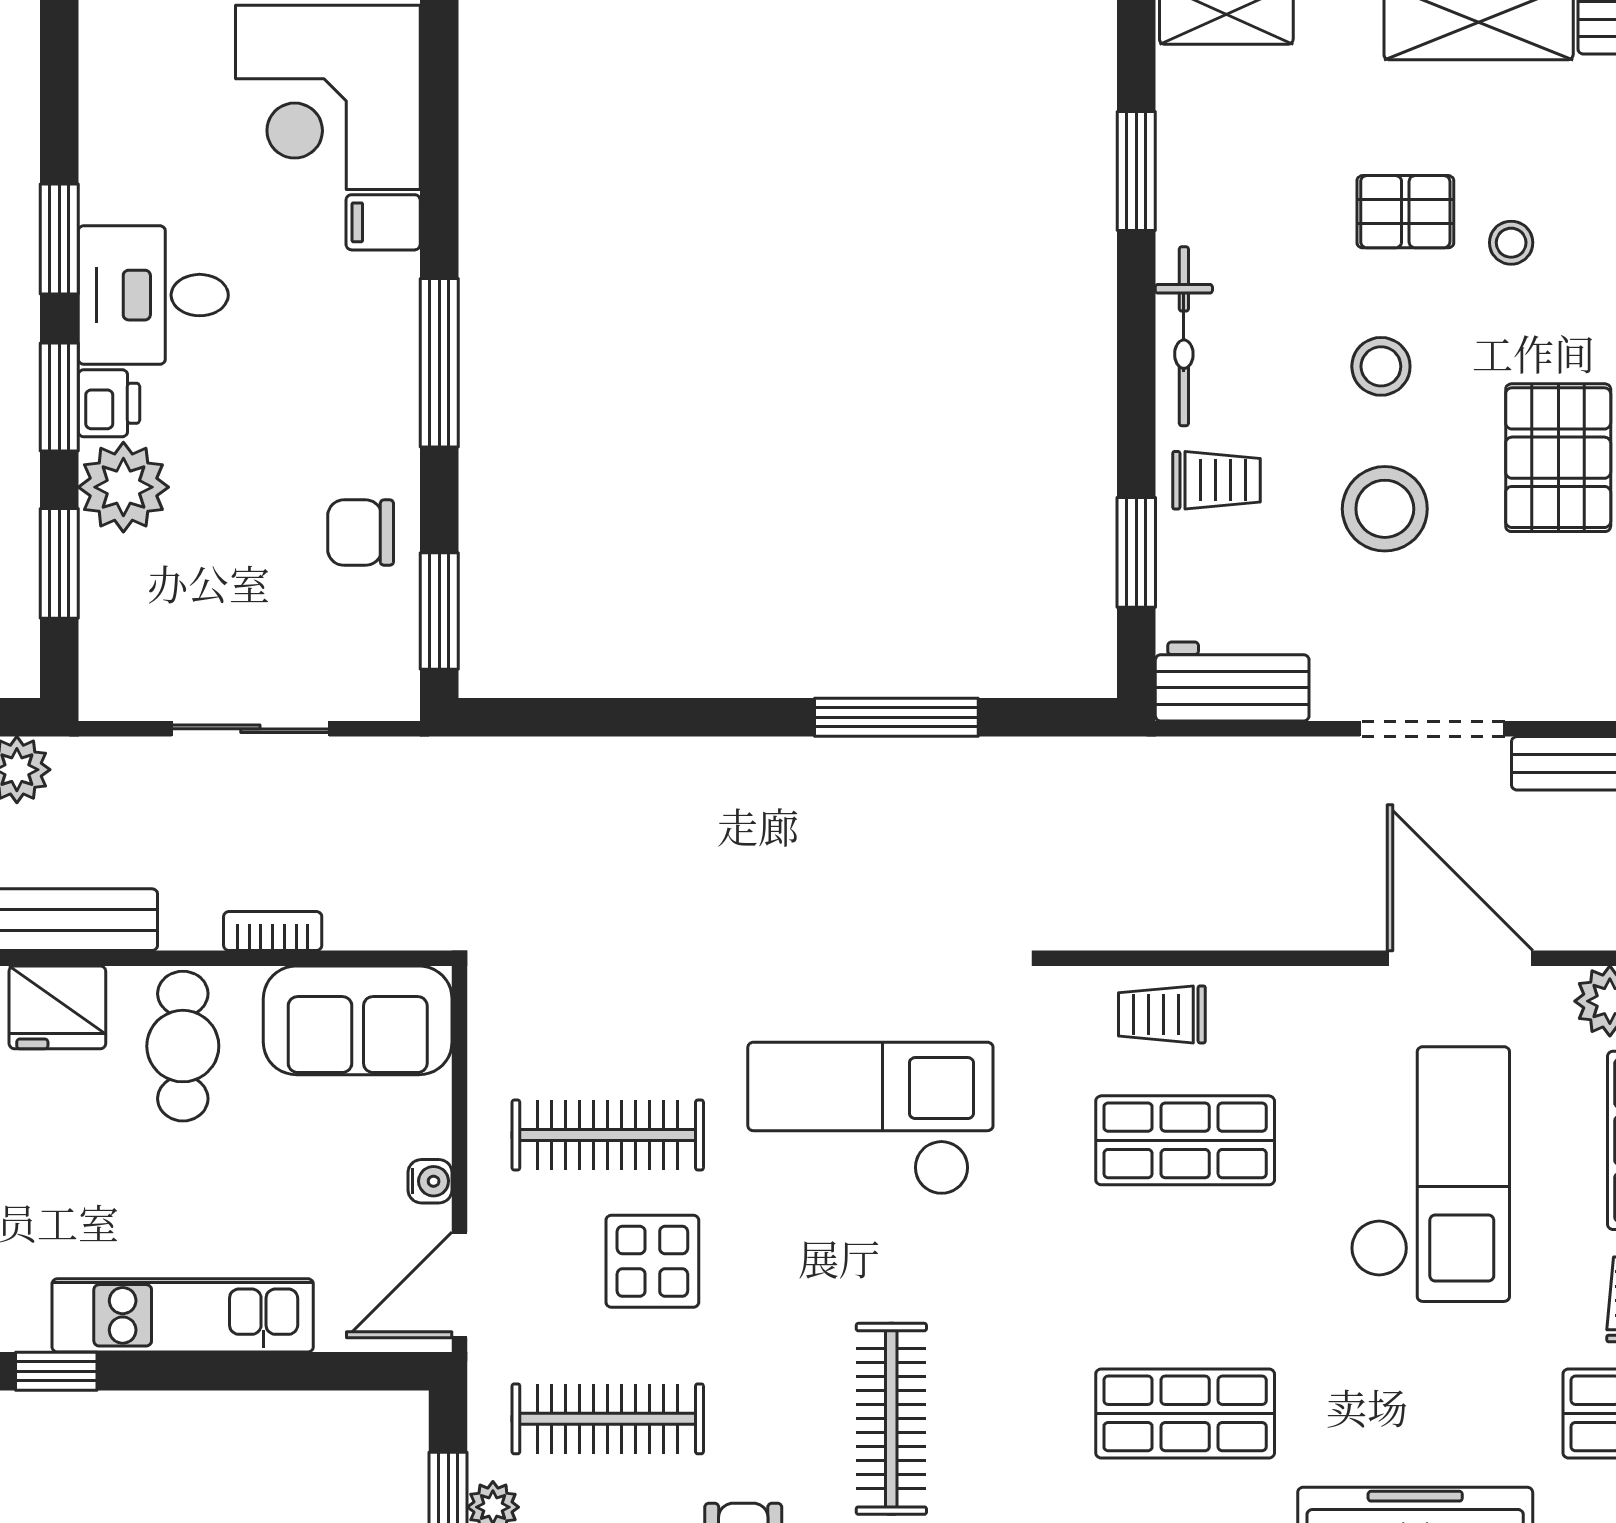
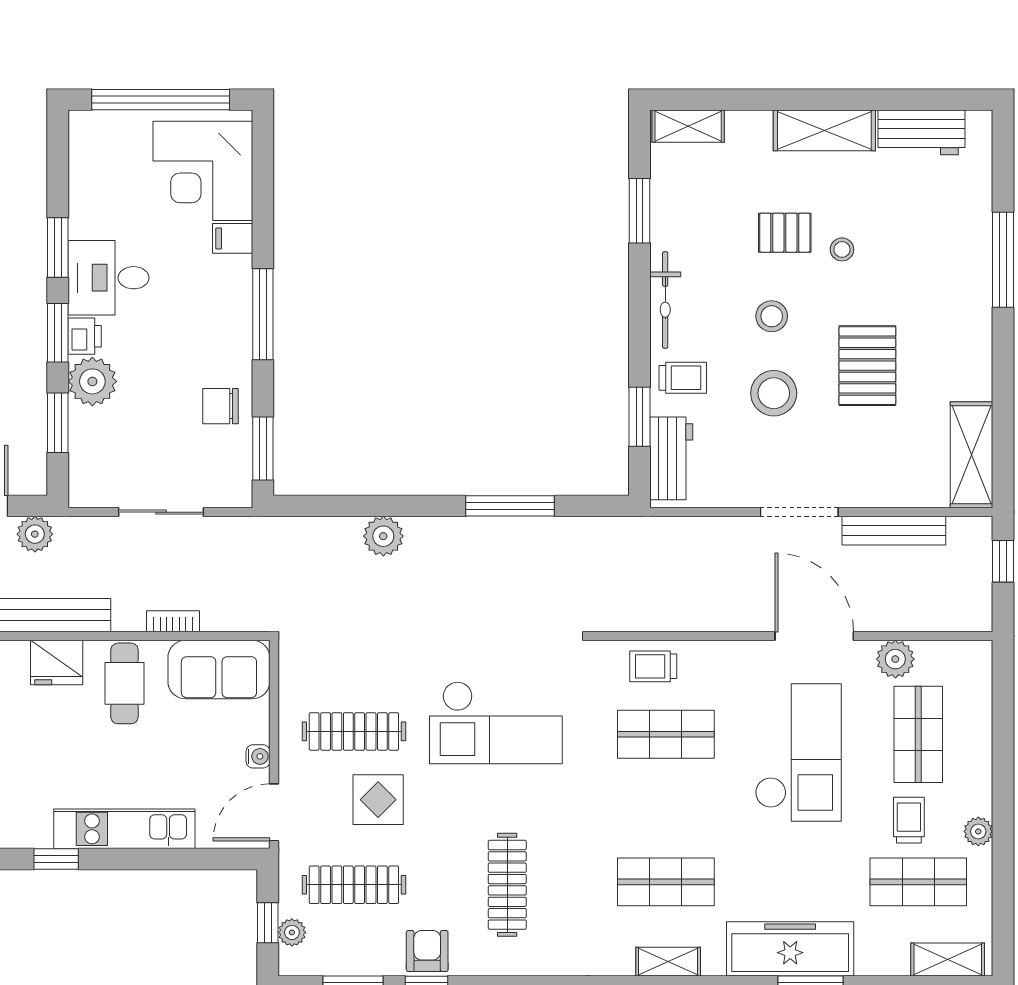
workbench: (1232, 682) -> (671, 458), moved, turned 90
plant: (662, 773) -> (383, 536), added
checkout: (870, 1119) -> (496, 723), turned 180

